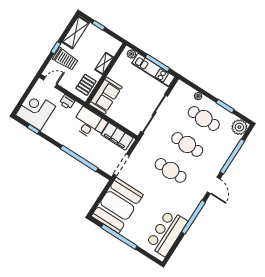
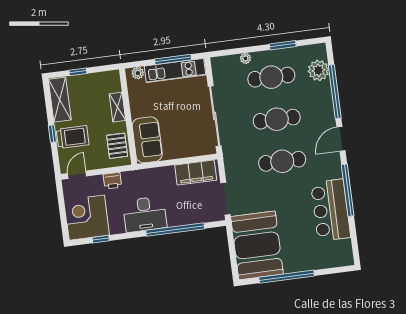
desk: (89, 124) -> (145, 214), moved, turned 180
plant: (239, 127) -> (318, 70), moved
door: (214, 185) -> (341, 139), swing flipped
bar counter: (167, 233) -> (331, 210), moved

